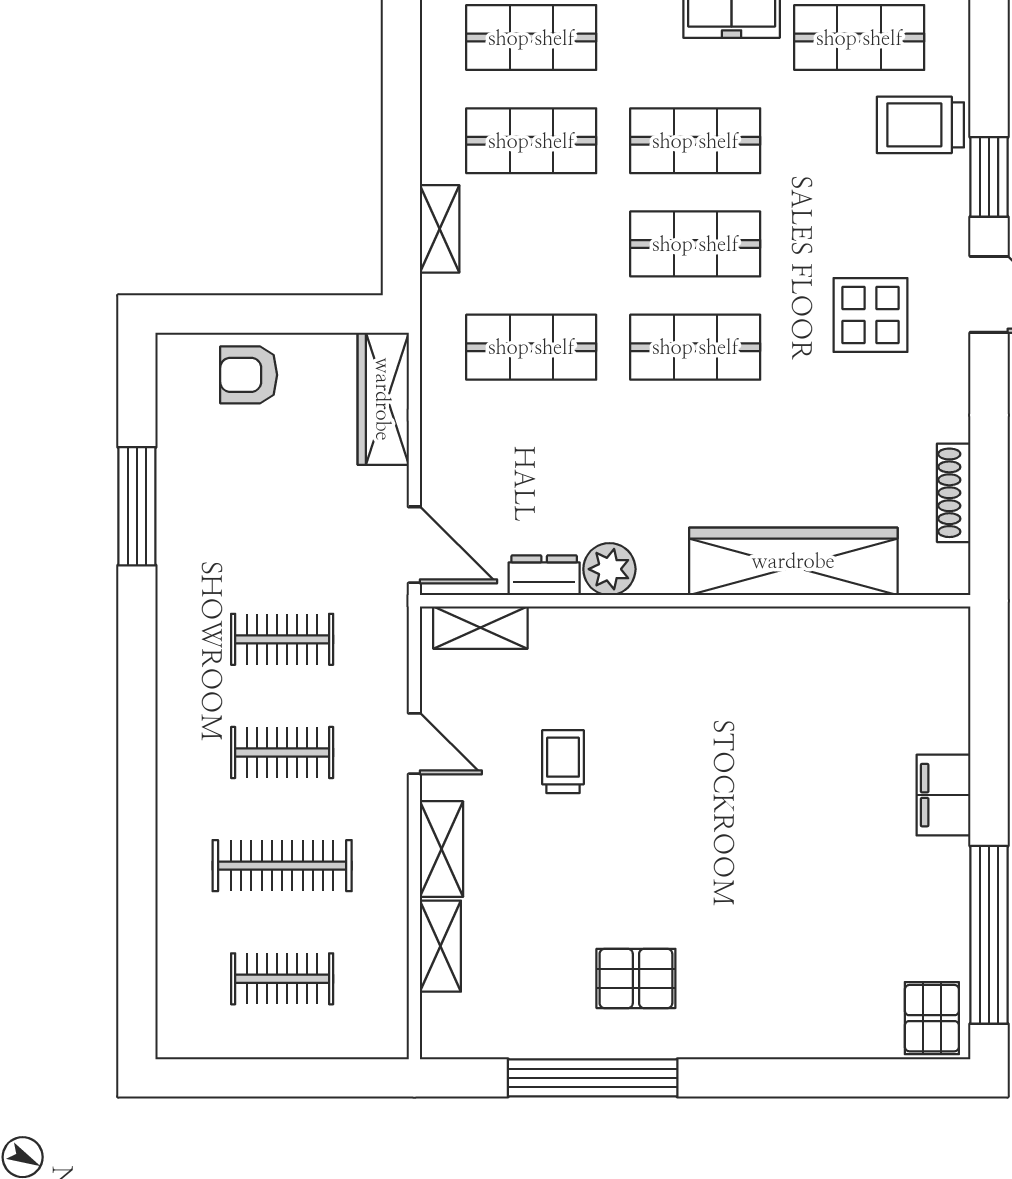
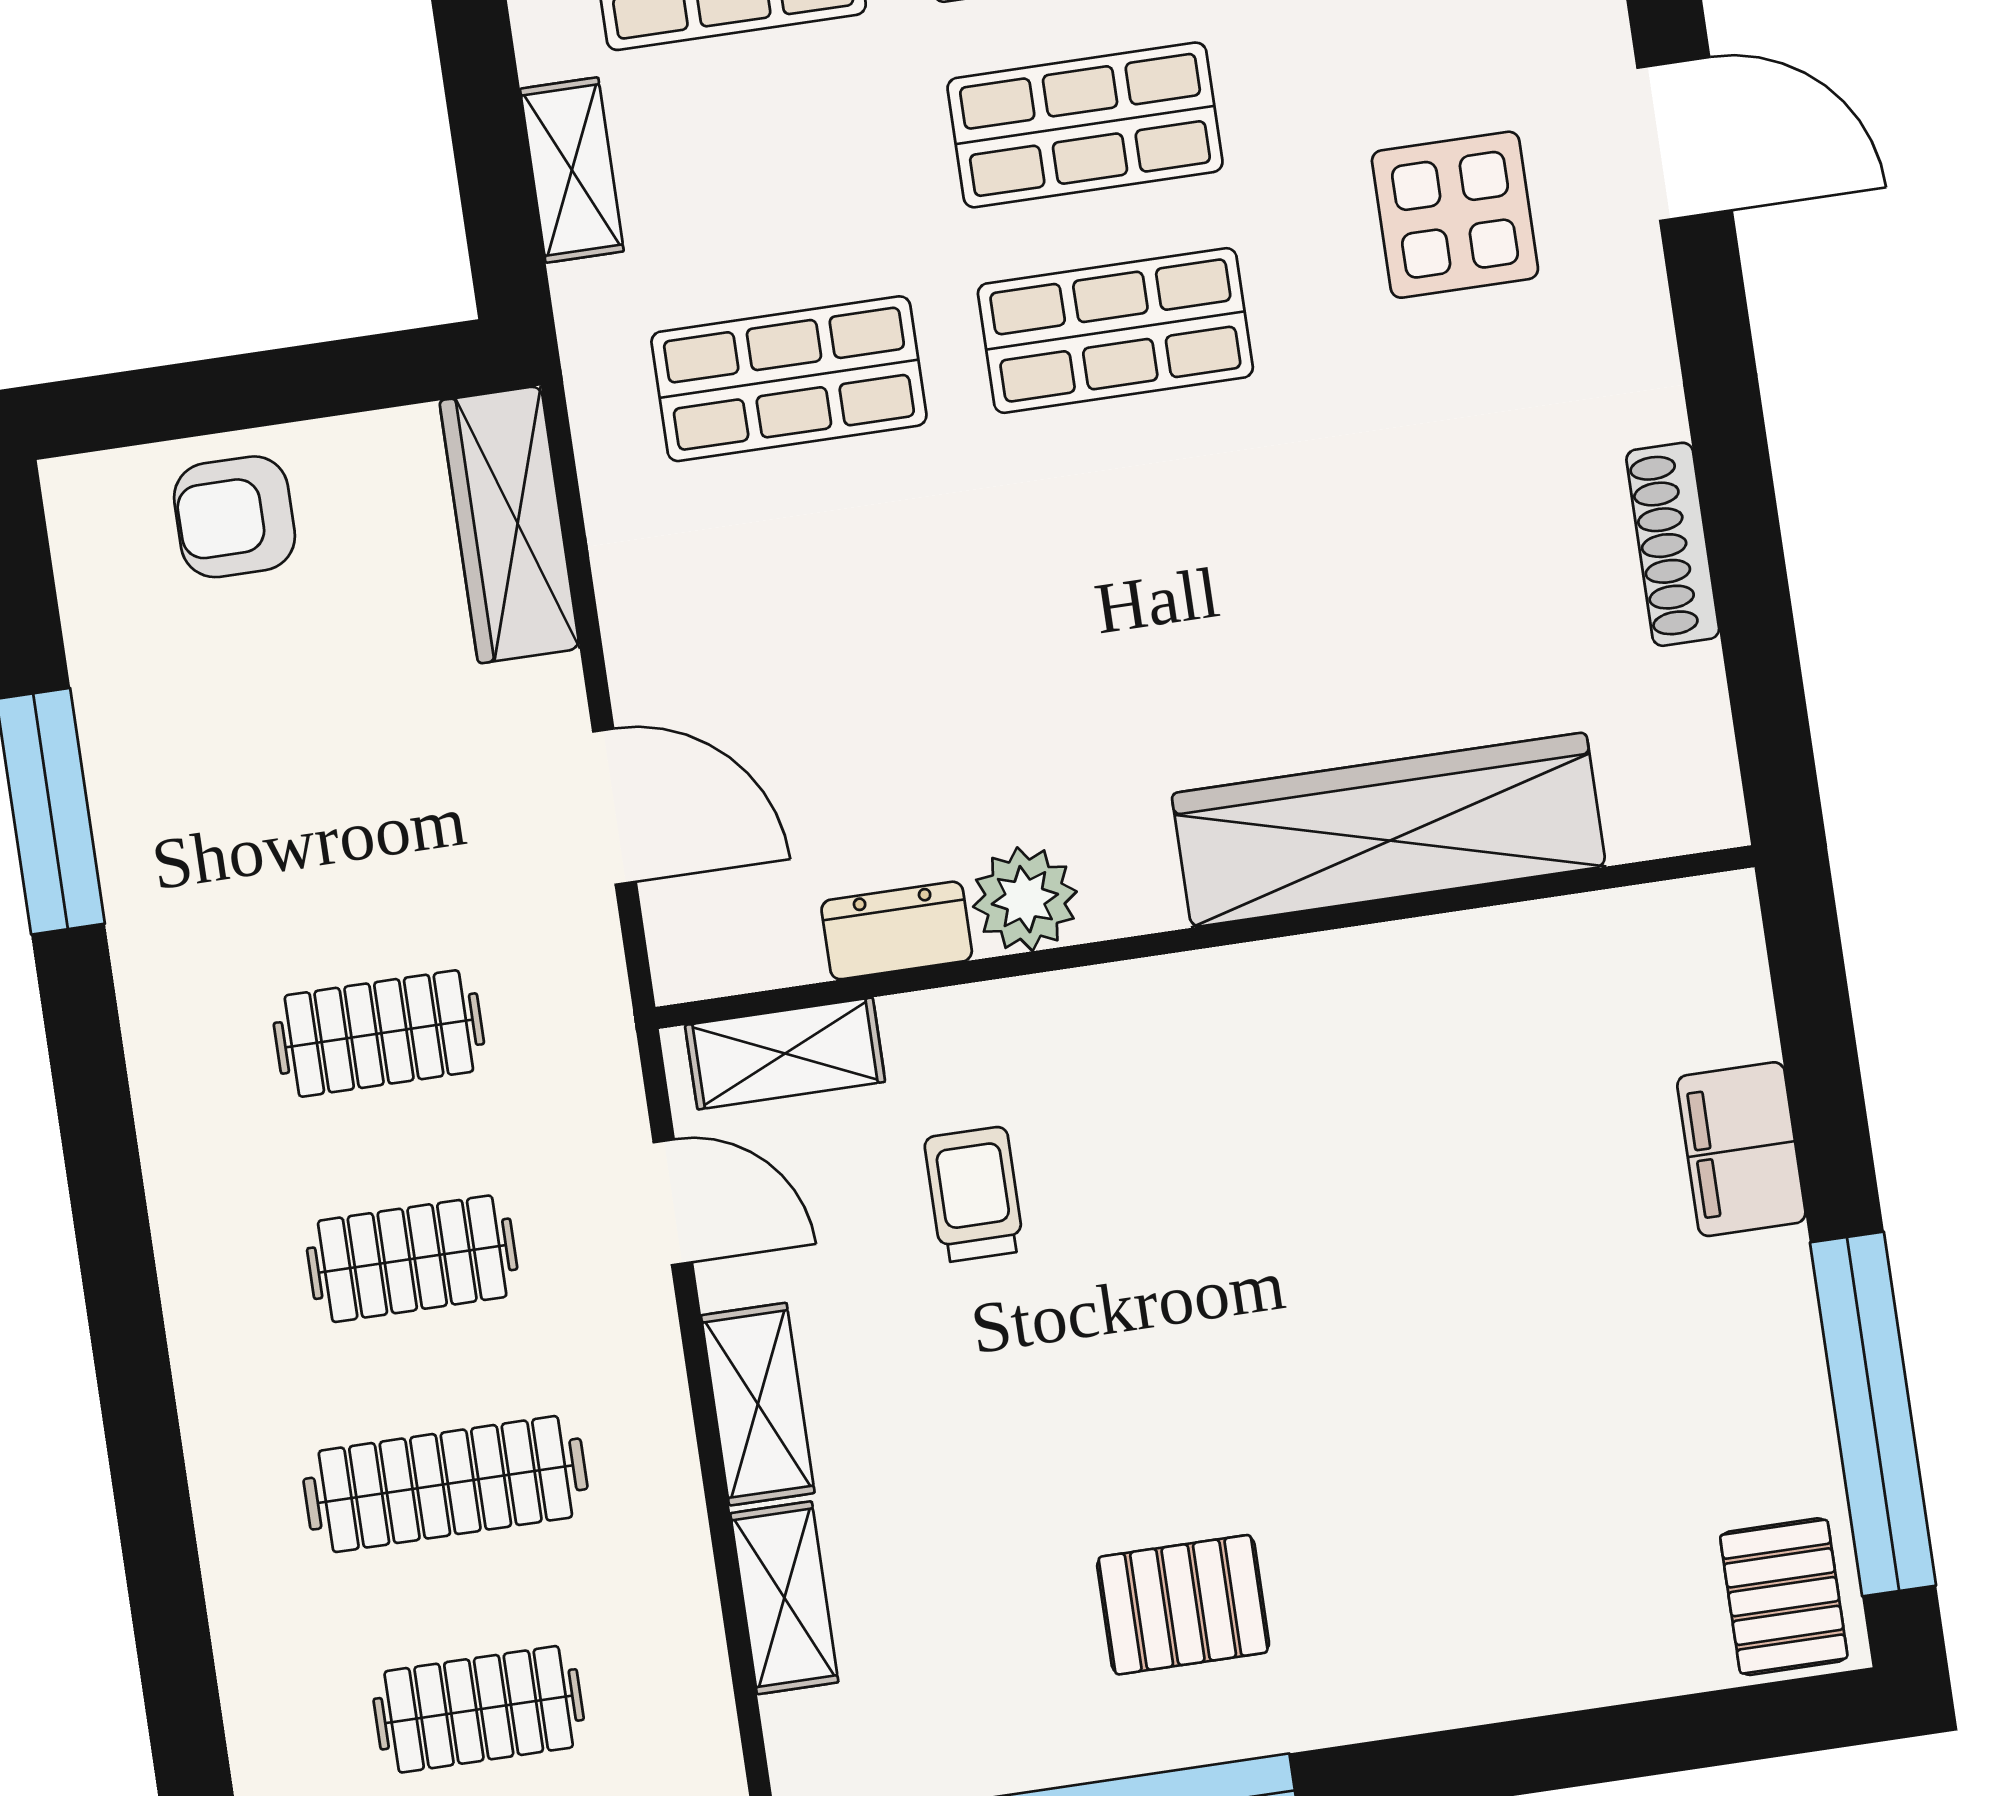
wardrobe: (793, 561) -> (1389, 830), moved
plant: (609, 569) -> (1025, 899), moved
dresser: (544, 575) -> (897, 930), moved
wall: (695, 601) -> (1205, 937), moved
shelving: (480, 628) -> (785, 1053), moved

